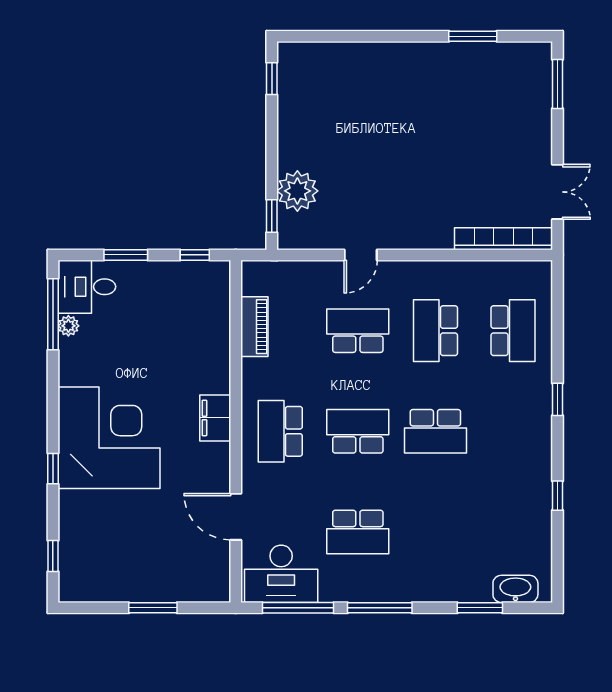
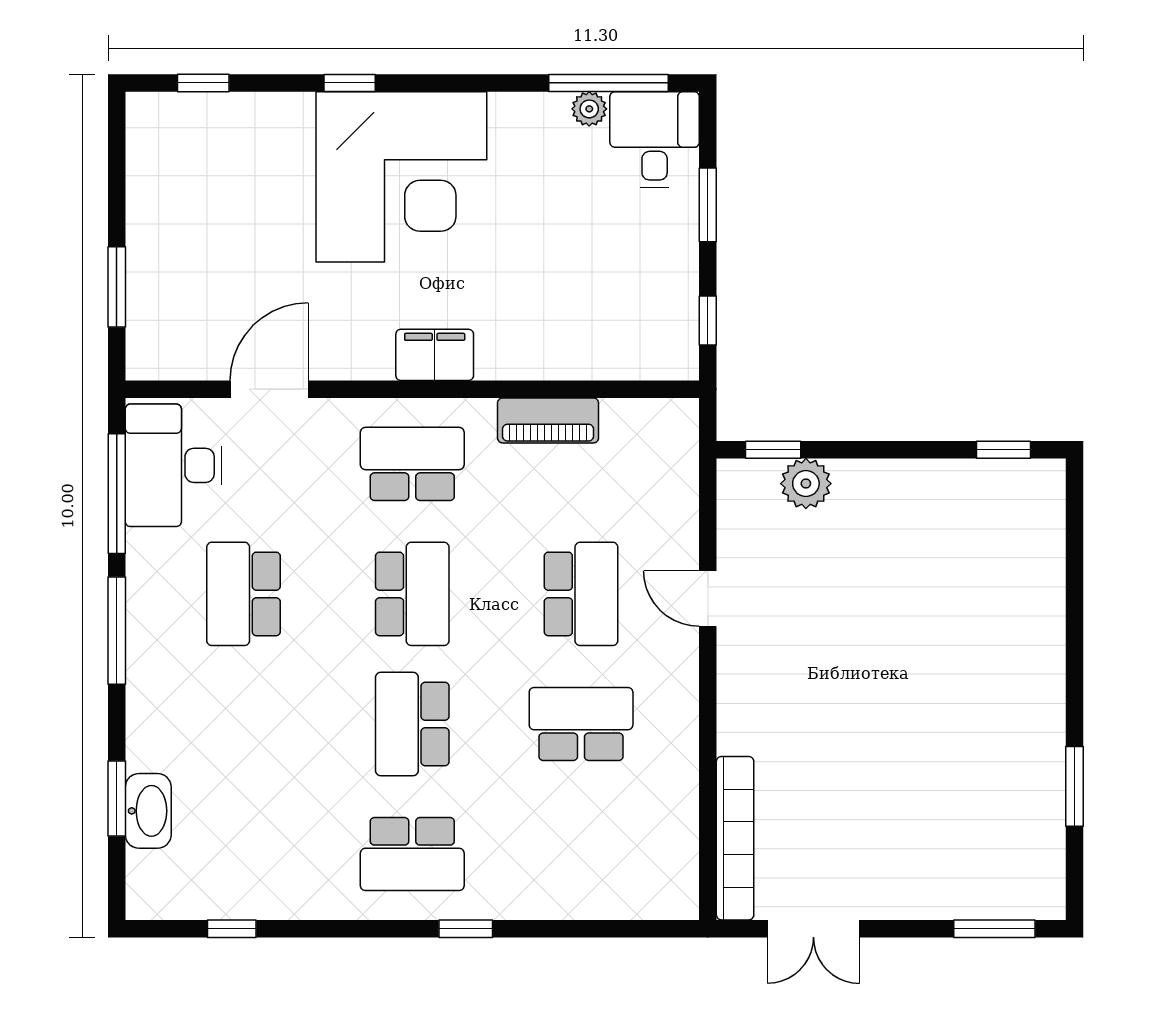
plant: (297, 191) -> (806, 484), width x0.73, depth x0.73
piano: (254, 327) -> (548, 420), moved
school desk: (513, 331) -> (412, 854), moved
window: (558, 496) -> (232, 929), moved
washbasin: (515, 589) -> (148, 811), moved
window: (153, 608) -> (117, 287), moved

